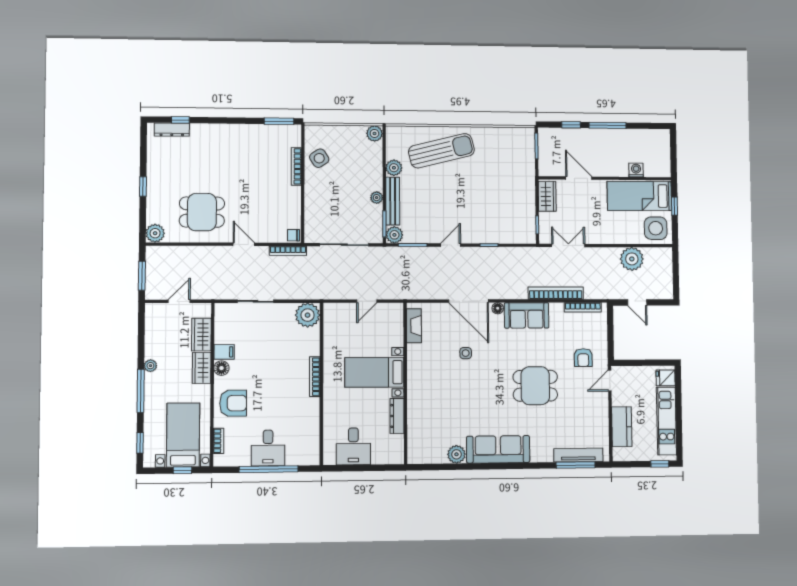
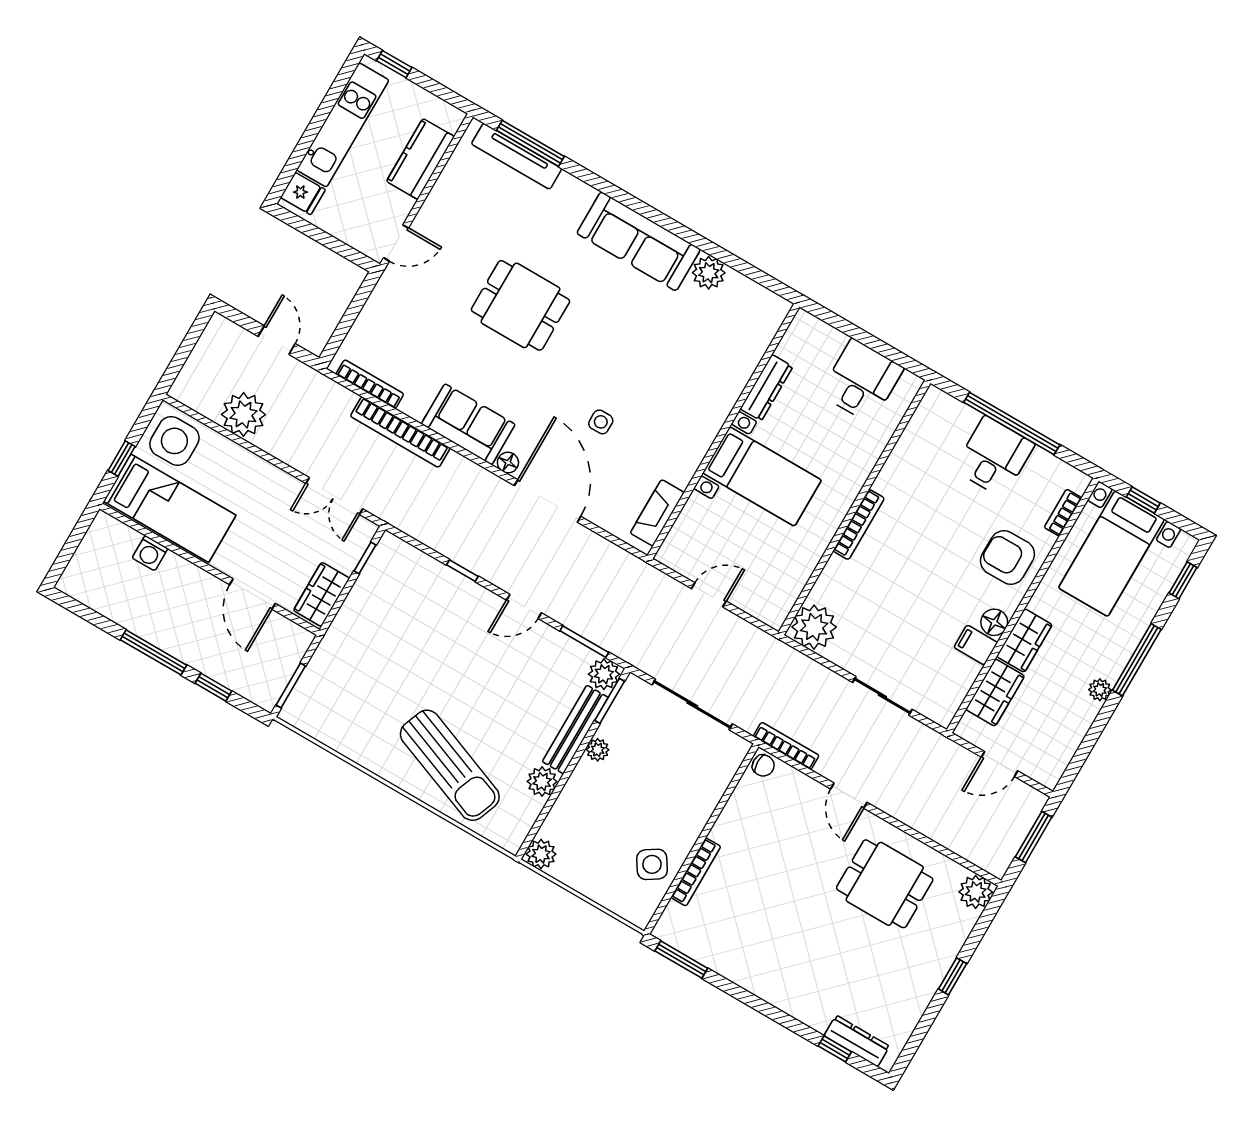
sun lounger: (441, 151) -> (450, 765), turned -145
armchair: (583, 358) -> (417, 304), removed

